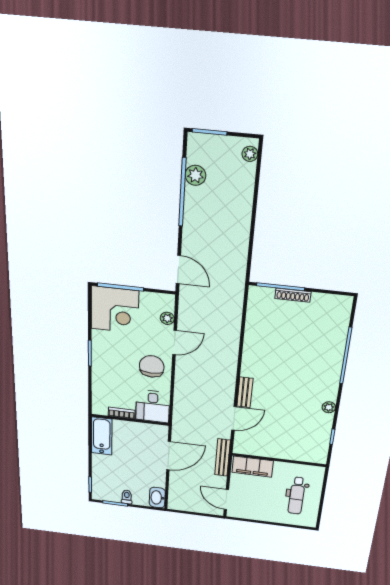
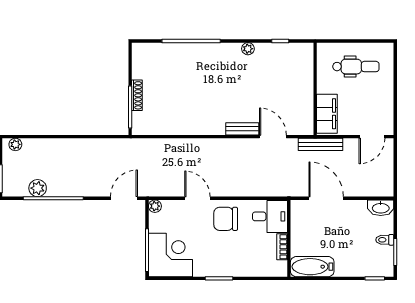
plant: (167, 318) -> (155, 206), moved

